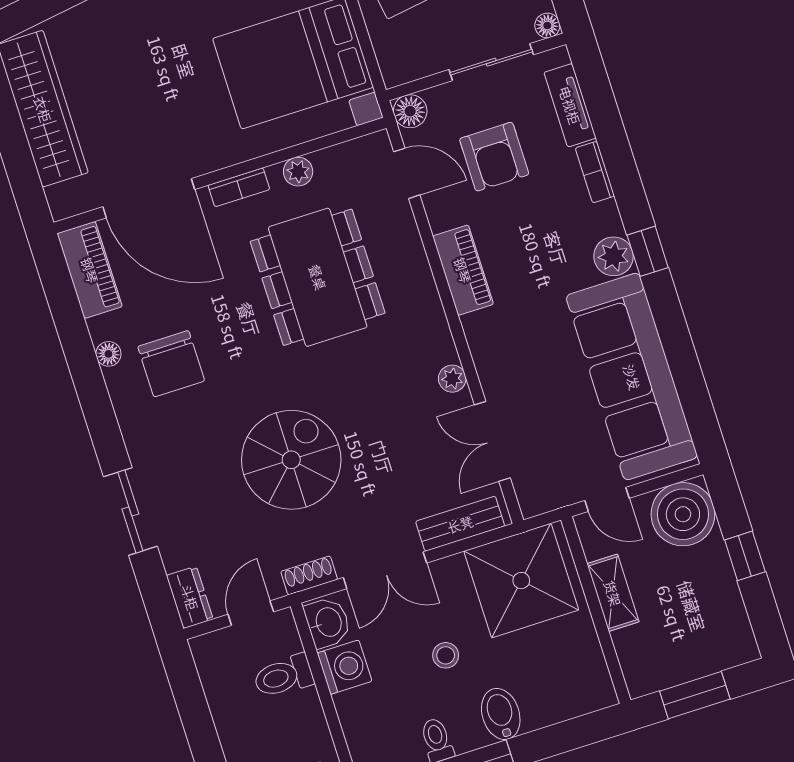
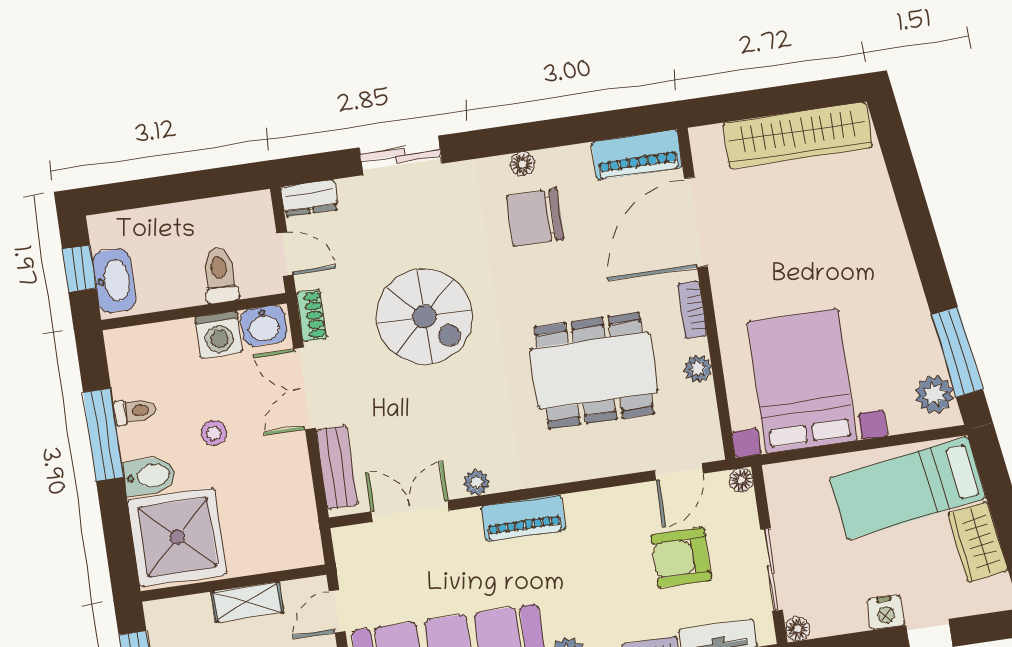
floor lamp: (410, 111) -> (741, 480), width x0.73, depth x0.73
piano: (463, 270) -> (523, 518), moved
floor lamp: (108, 354) -> (522, 164), moved
shower: (521, 581) -> (177, 537), moved

